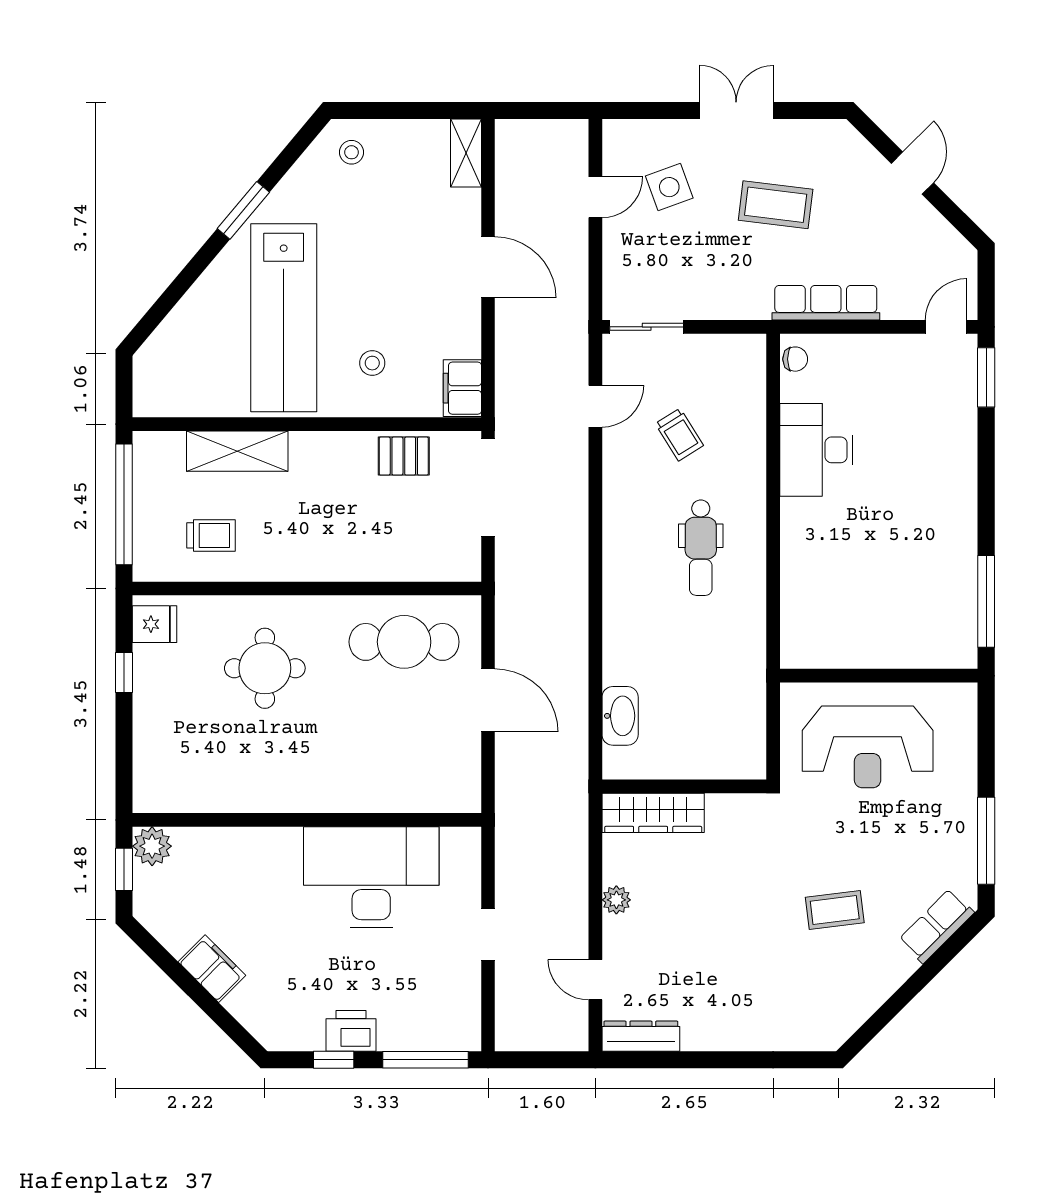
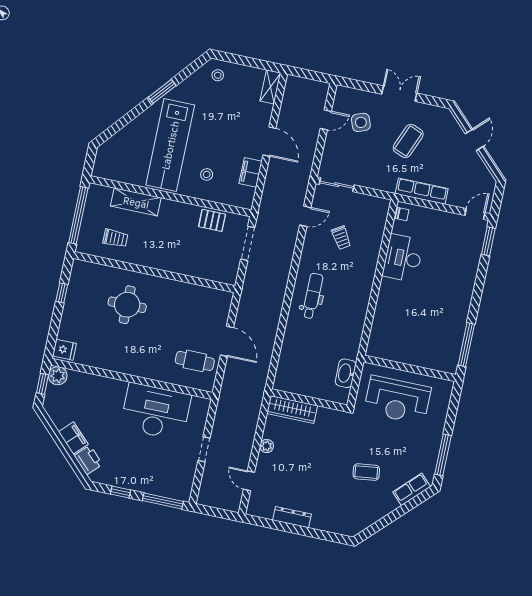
coffee table: (776, 205) -> (408, 141), turned -75
filing cabinet: (462, 388) -> (250, 172), moved
doorway: (488, 488) -> (248, 243), width x0.73
dental chair: (701, 548) -> (313, 296), moved, turned 180
fridge: (155, 624) -> (64, 350), moved
cafe table: (404, 642) -> (195, 361), moved, width x0.73, depth x0.74
washbasin: (620, 716) -> (346, 373), moved, turned 180
printer: (351, 1031) -> (88, 460), moved, turned 45
dresser: (641, 1036) -> (292, 517), moved

